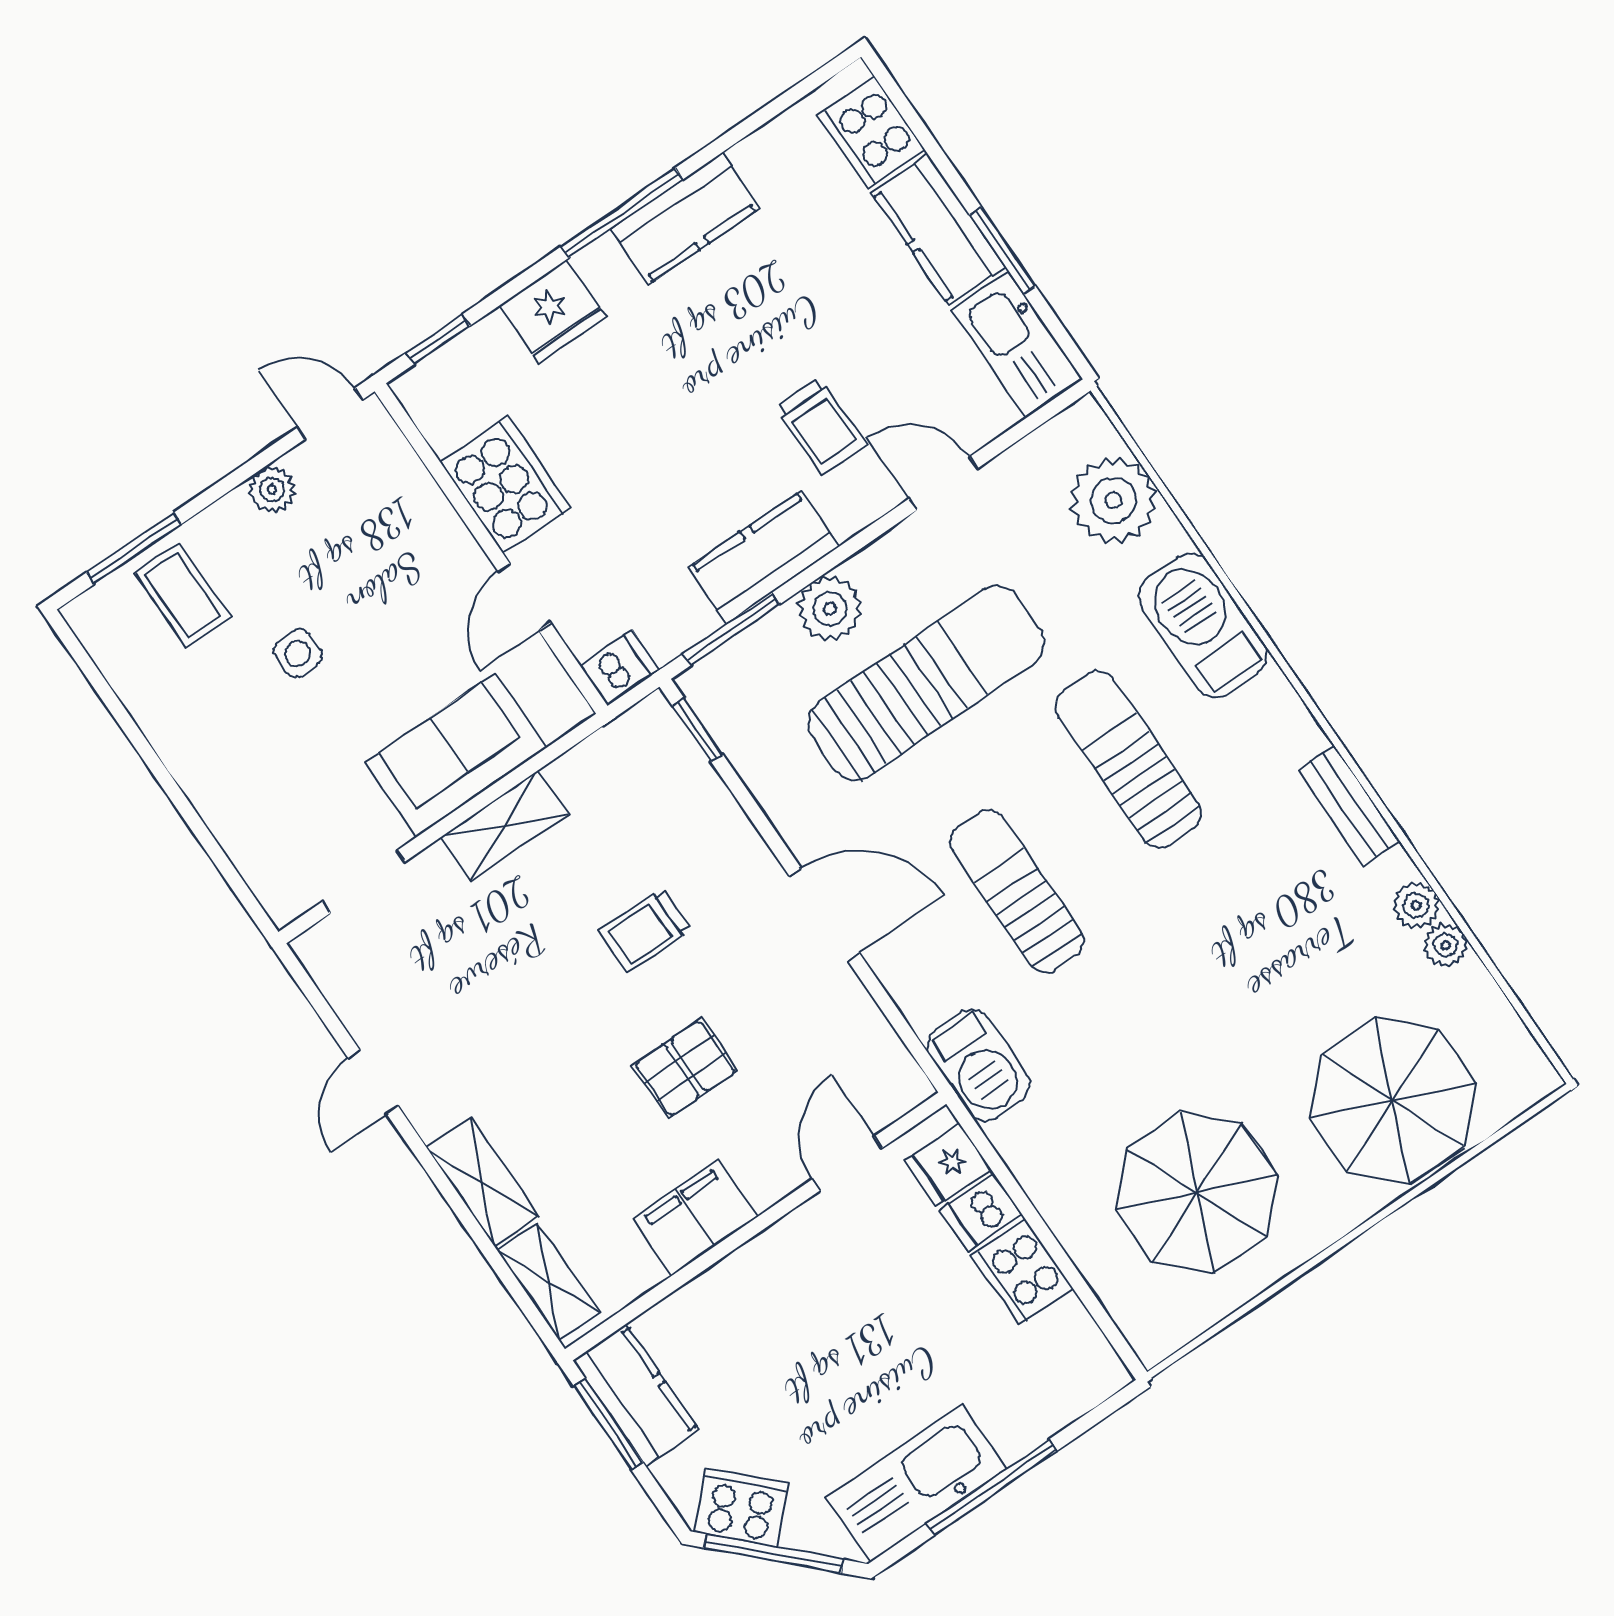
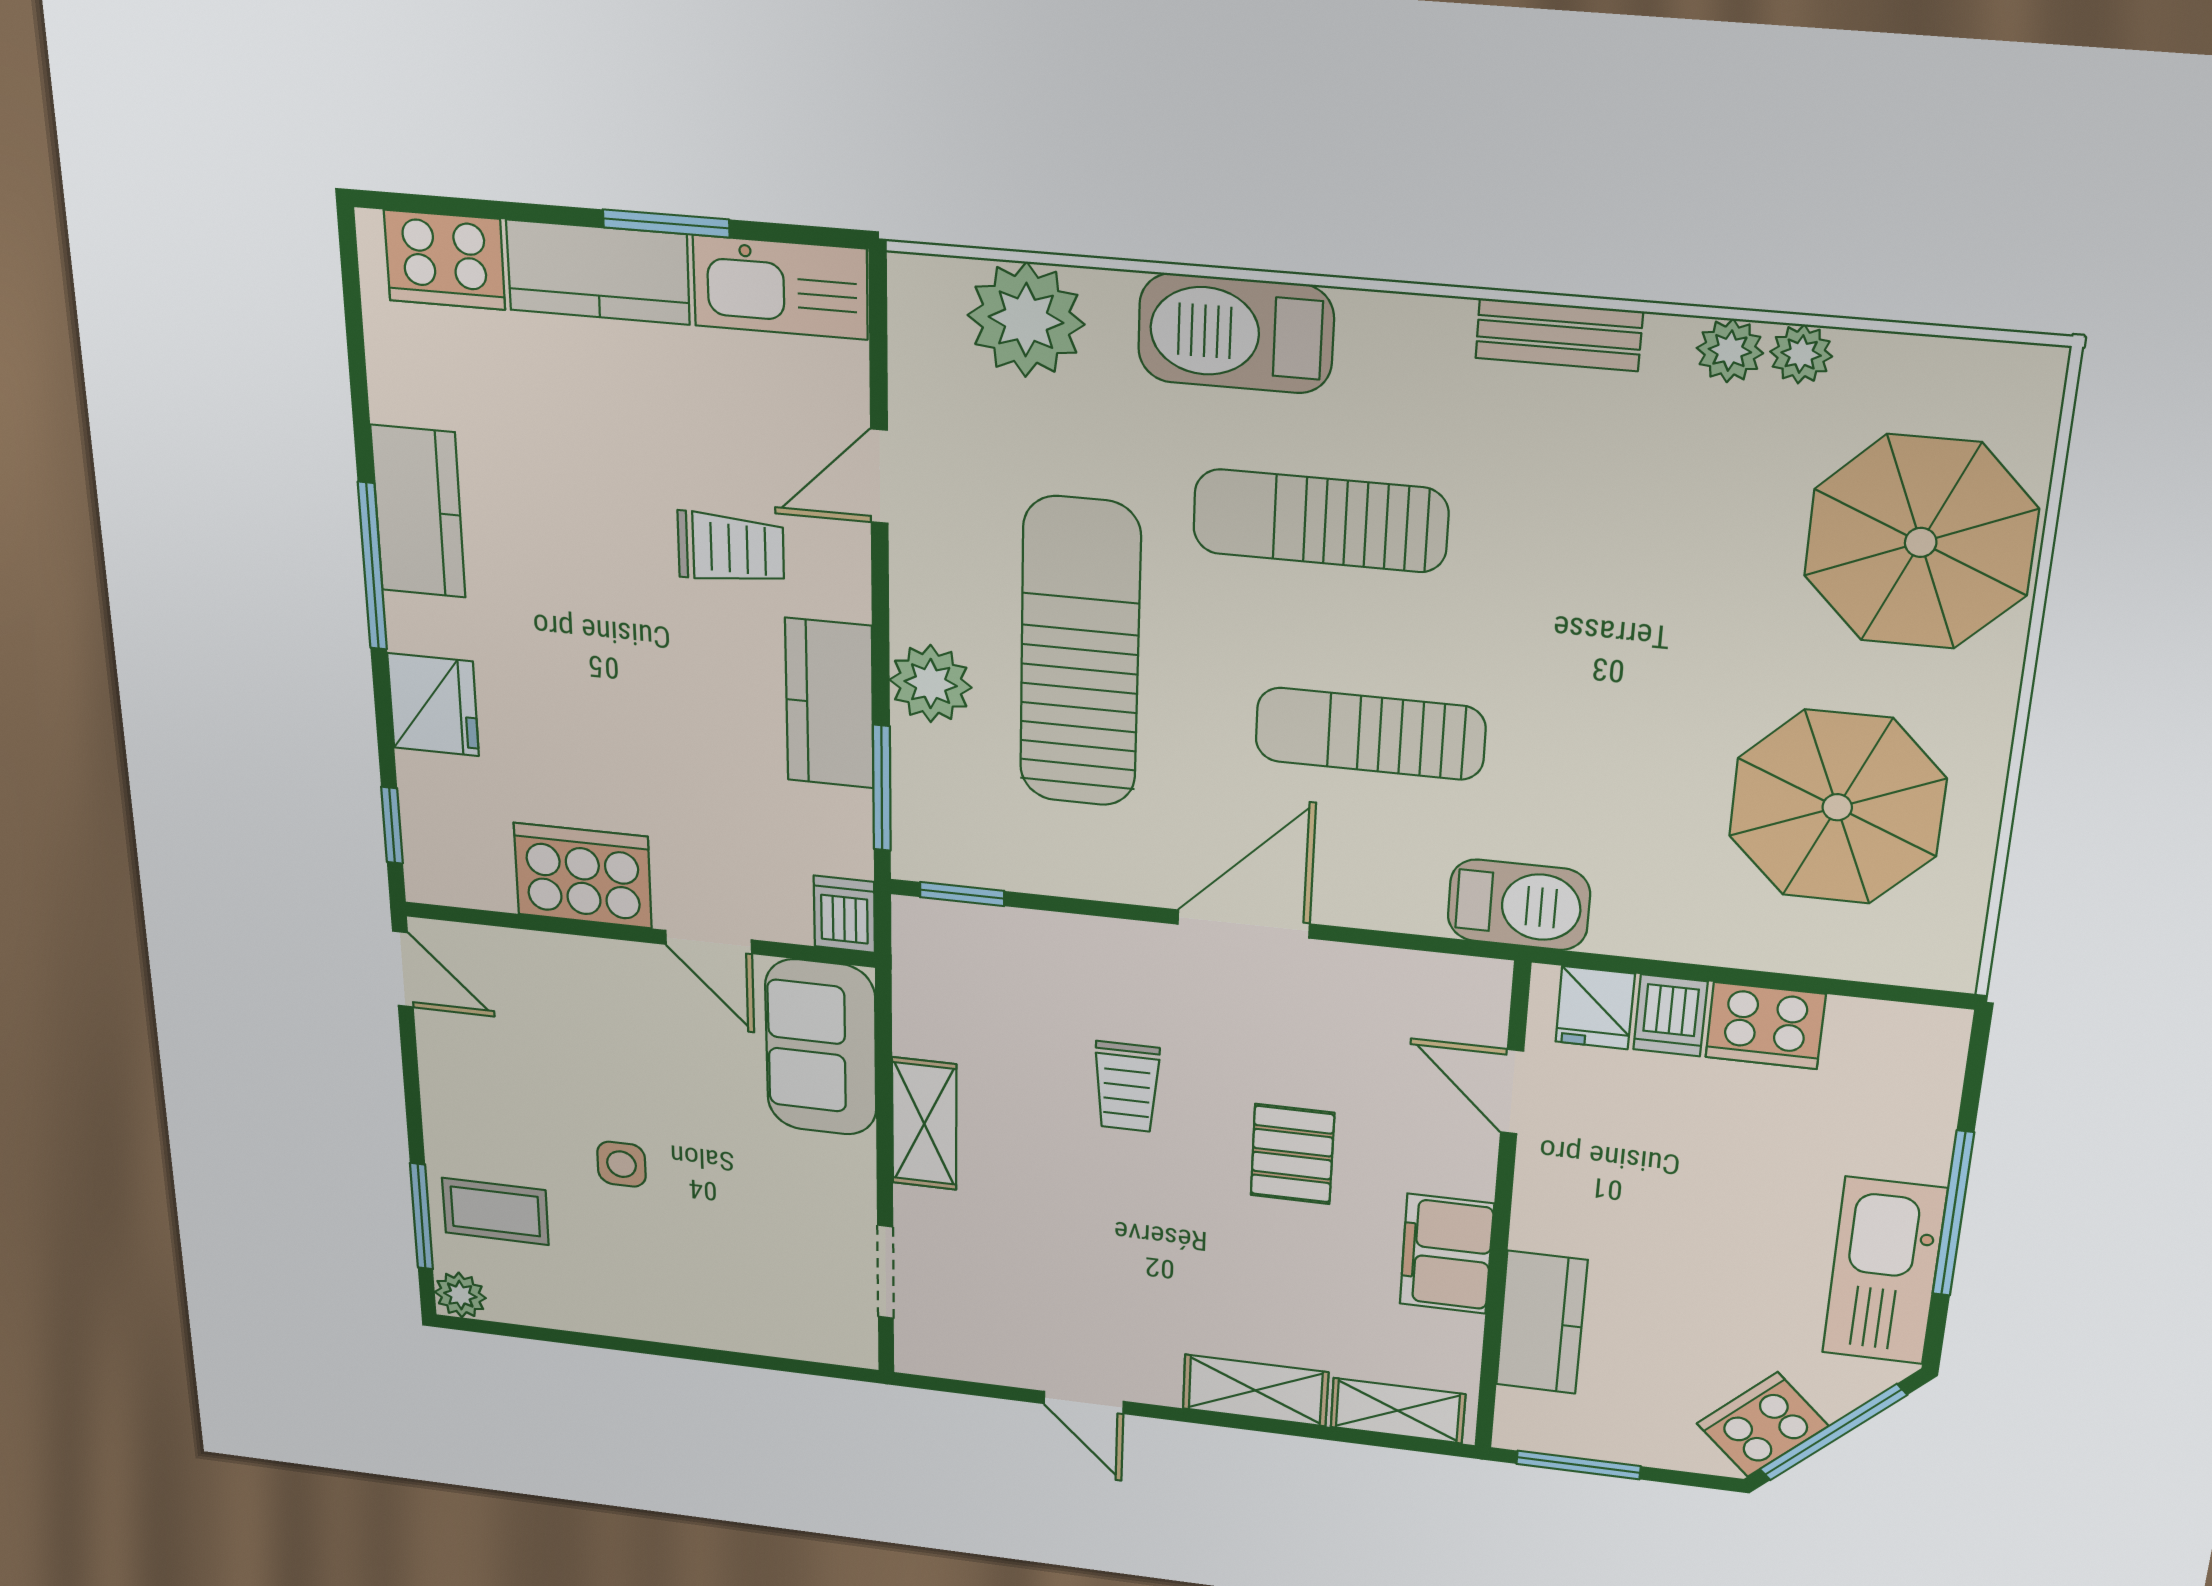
door: (330, 414) -> (403, 969), swing flipped
plant: (272, 490) -> (460, 1295), moved
sofa: (456, 755) -> (821, 1047), moved
kitchen counter: (636, 1395) -> (1542, 1323), moved, turned 90

